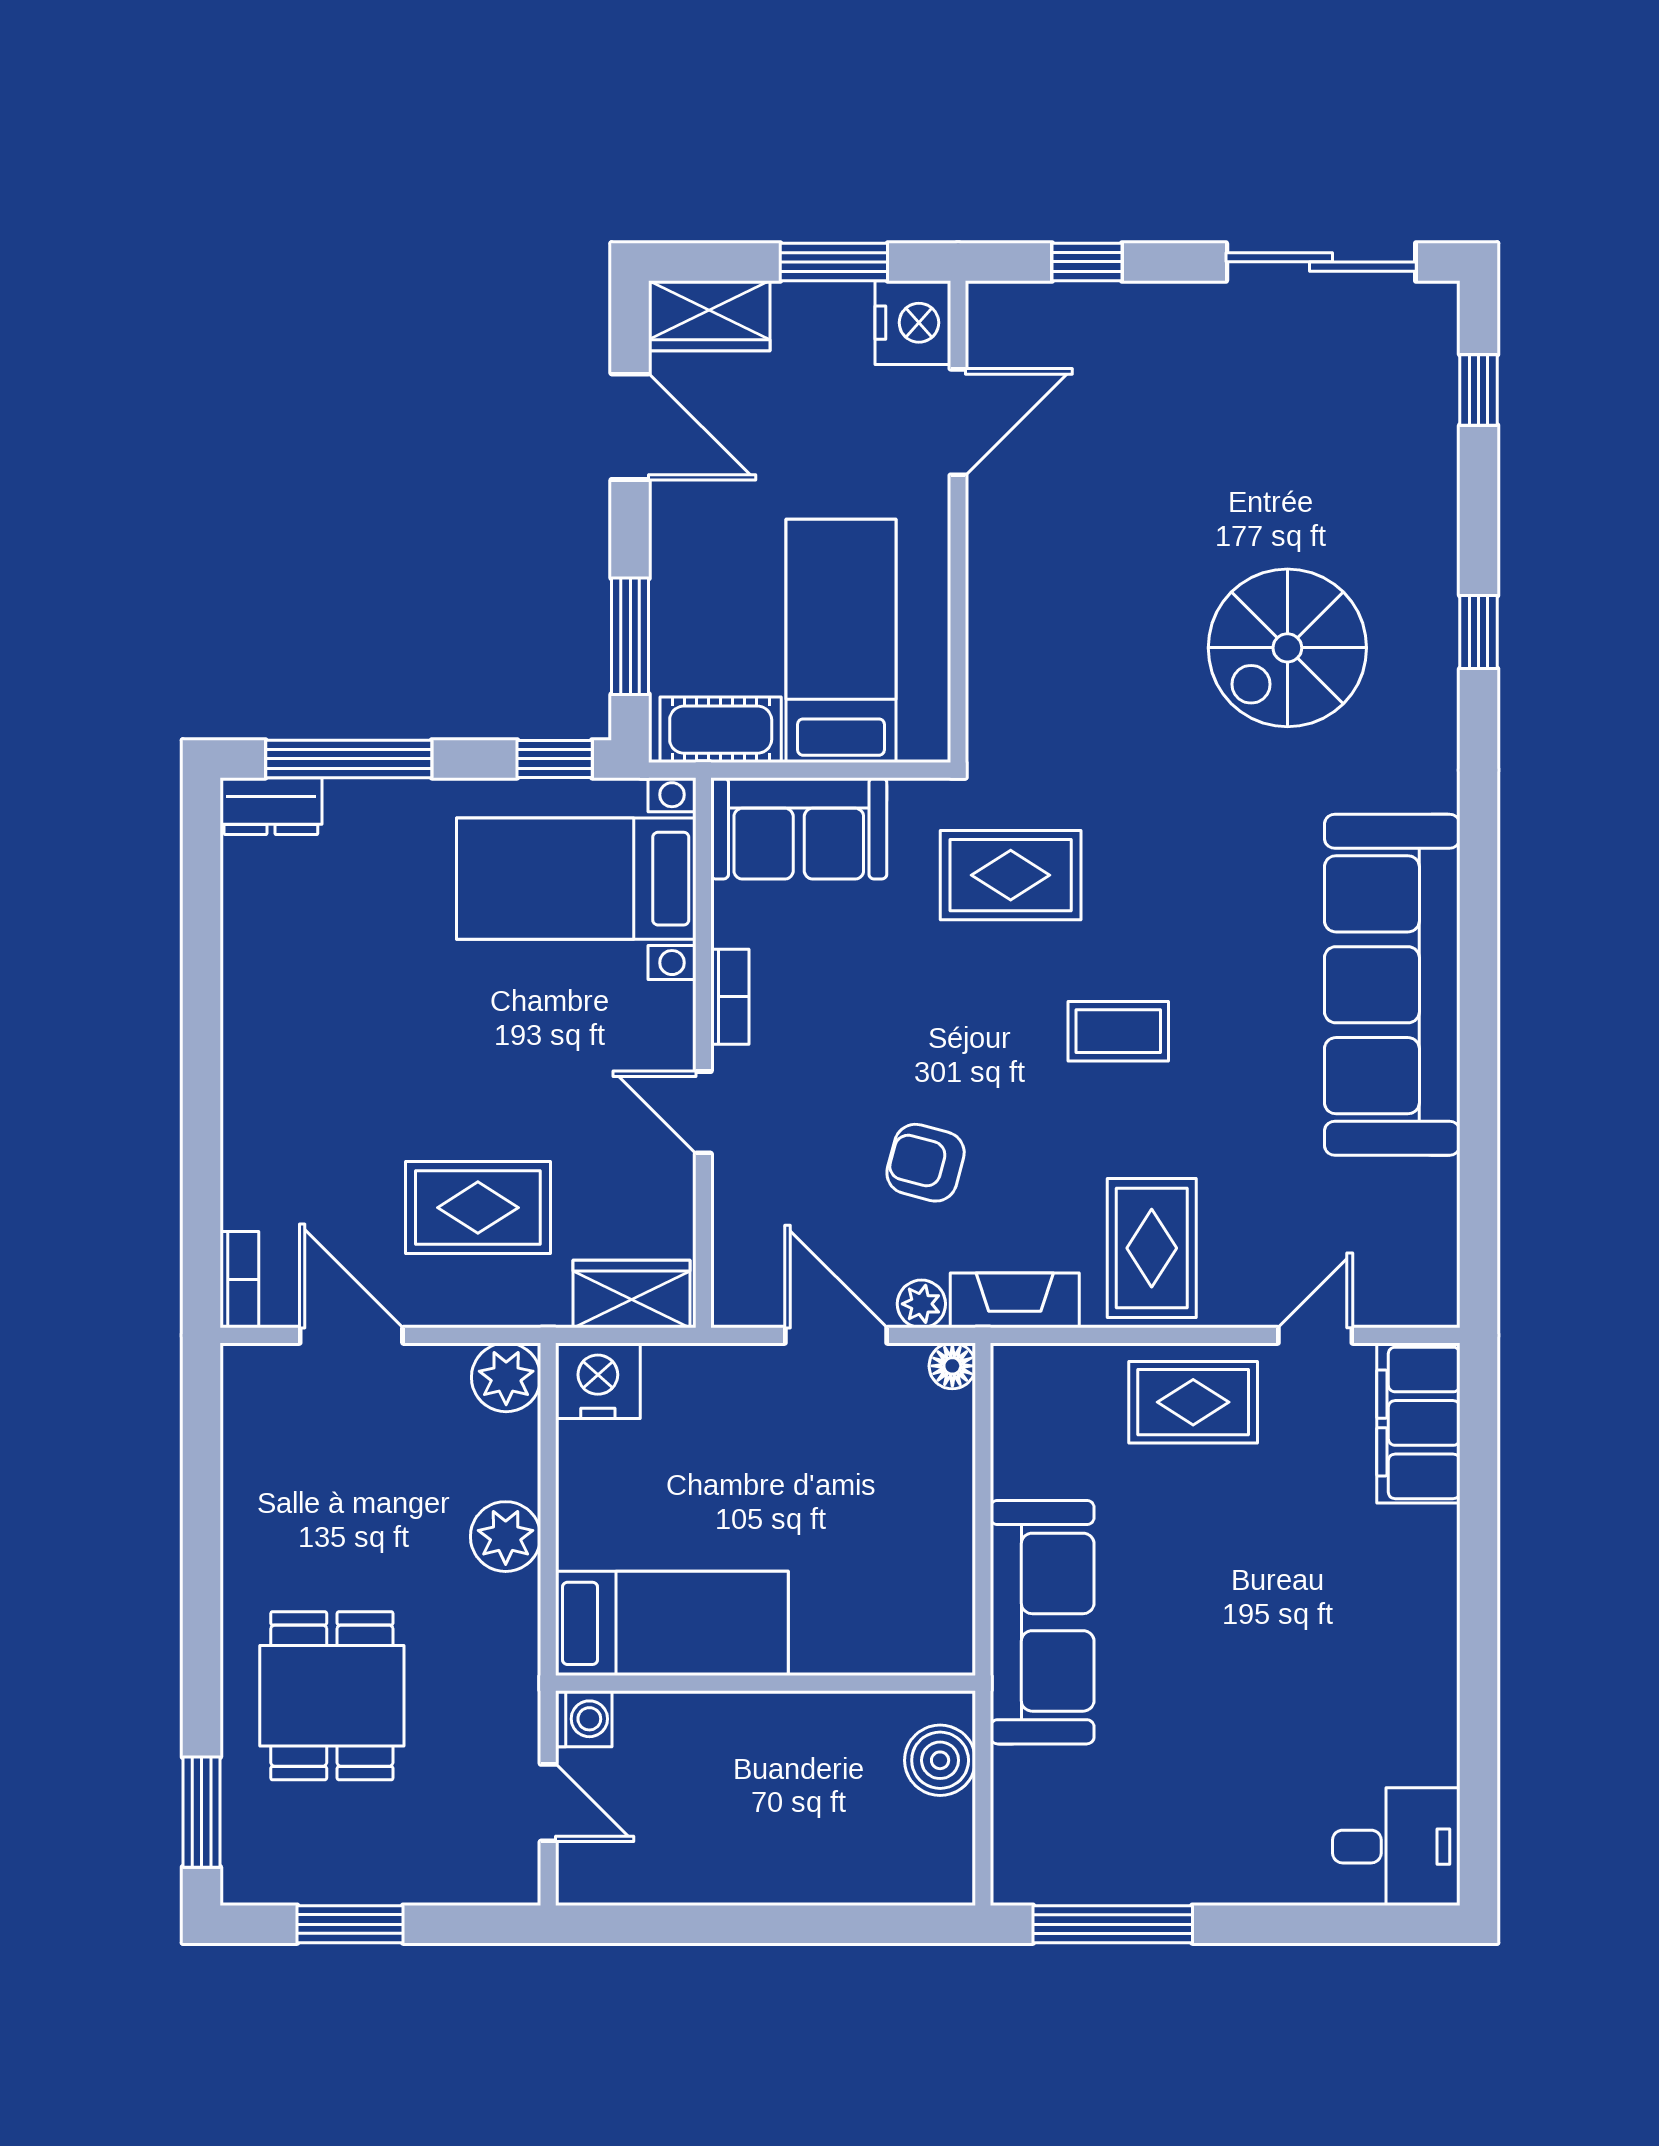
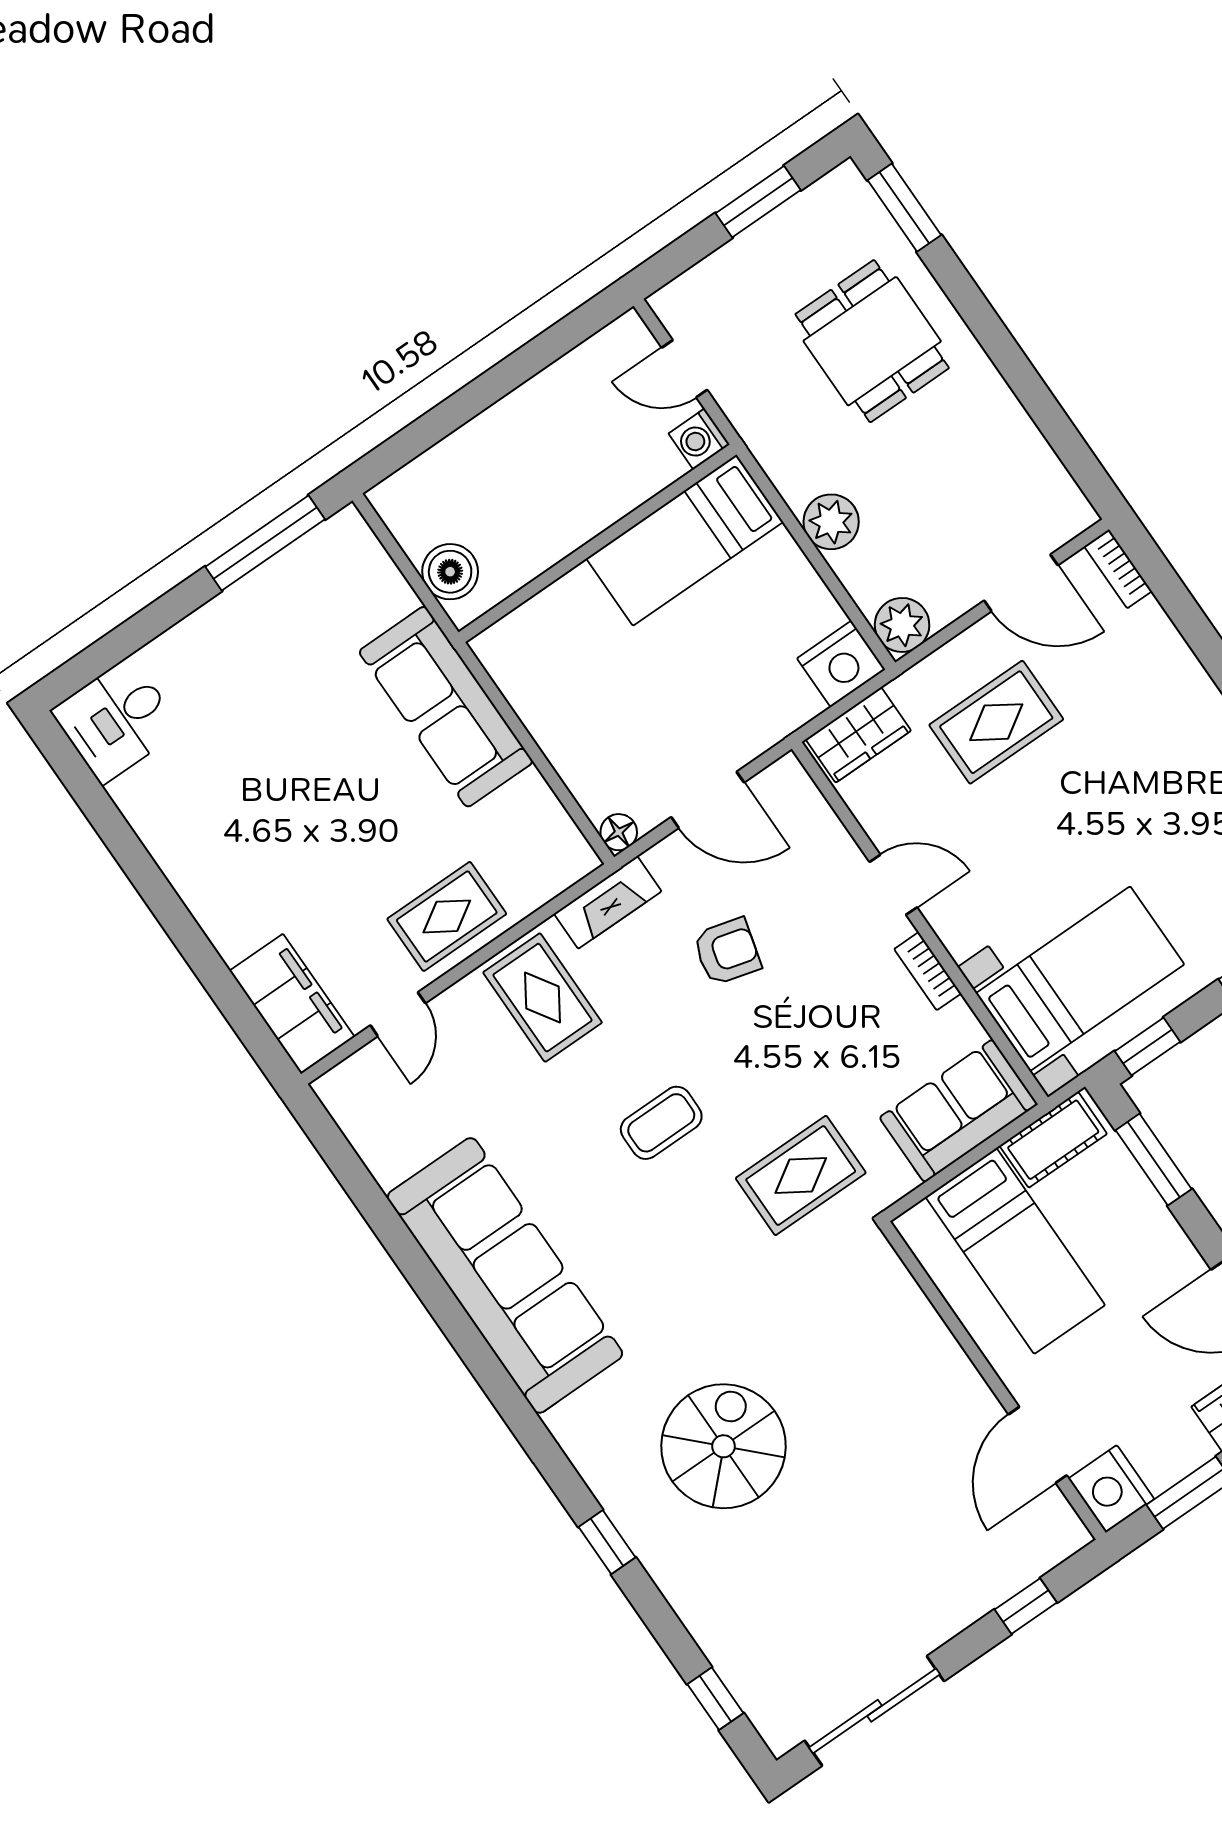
plant: (921, 1304) -> (666, 858), removed

